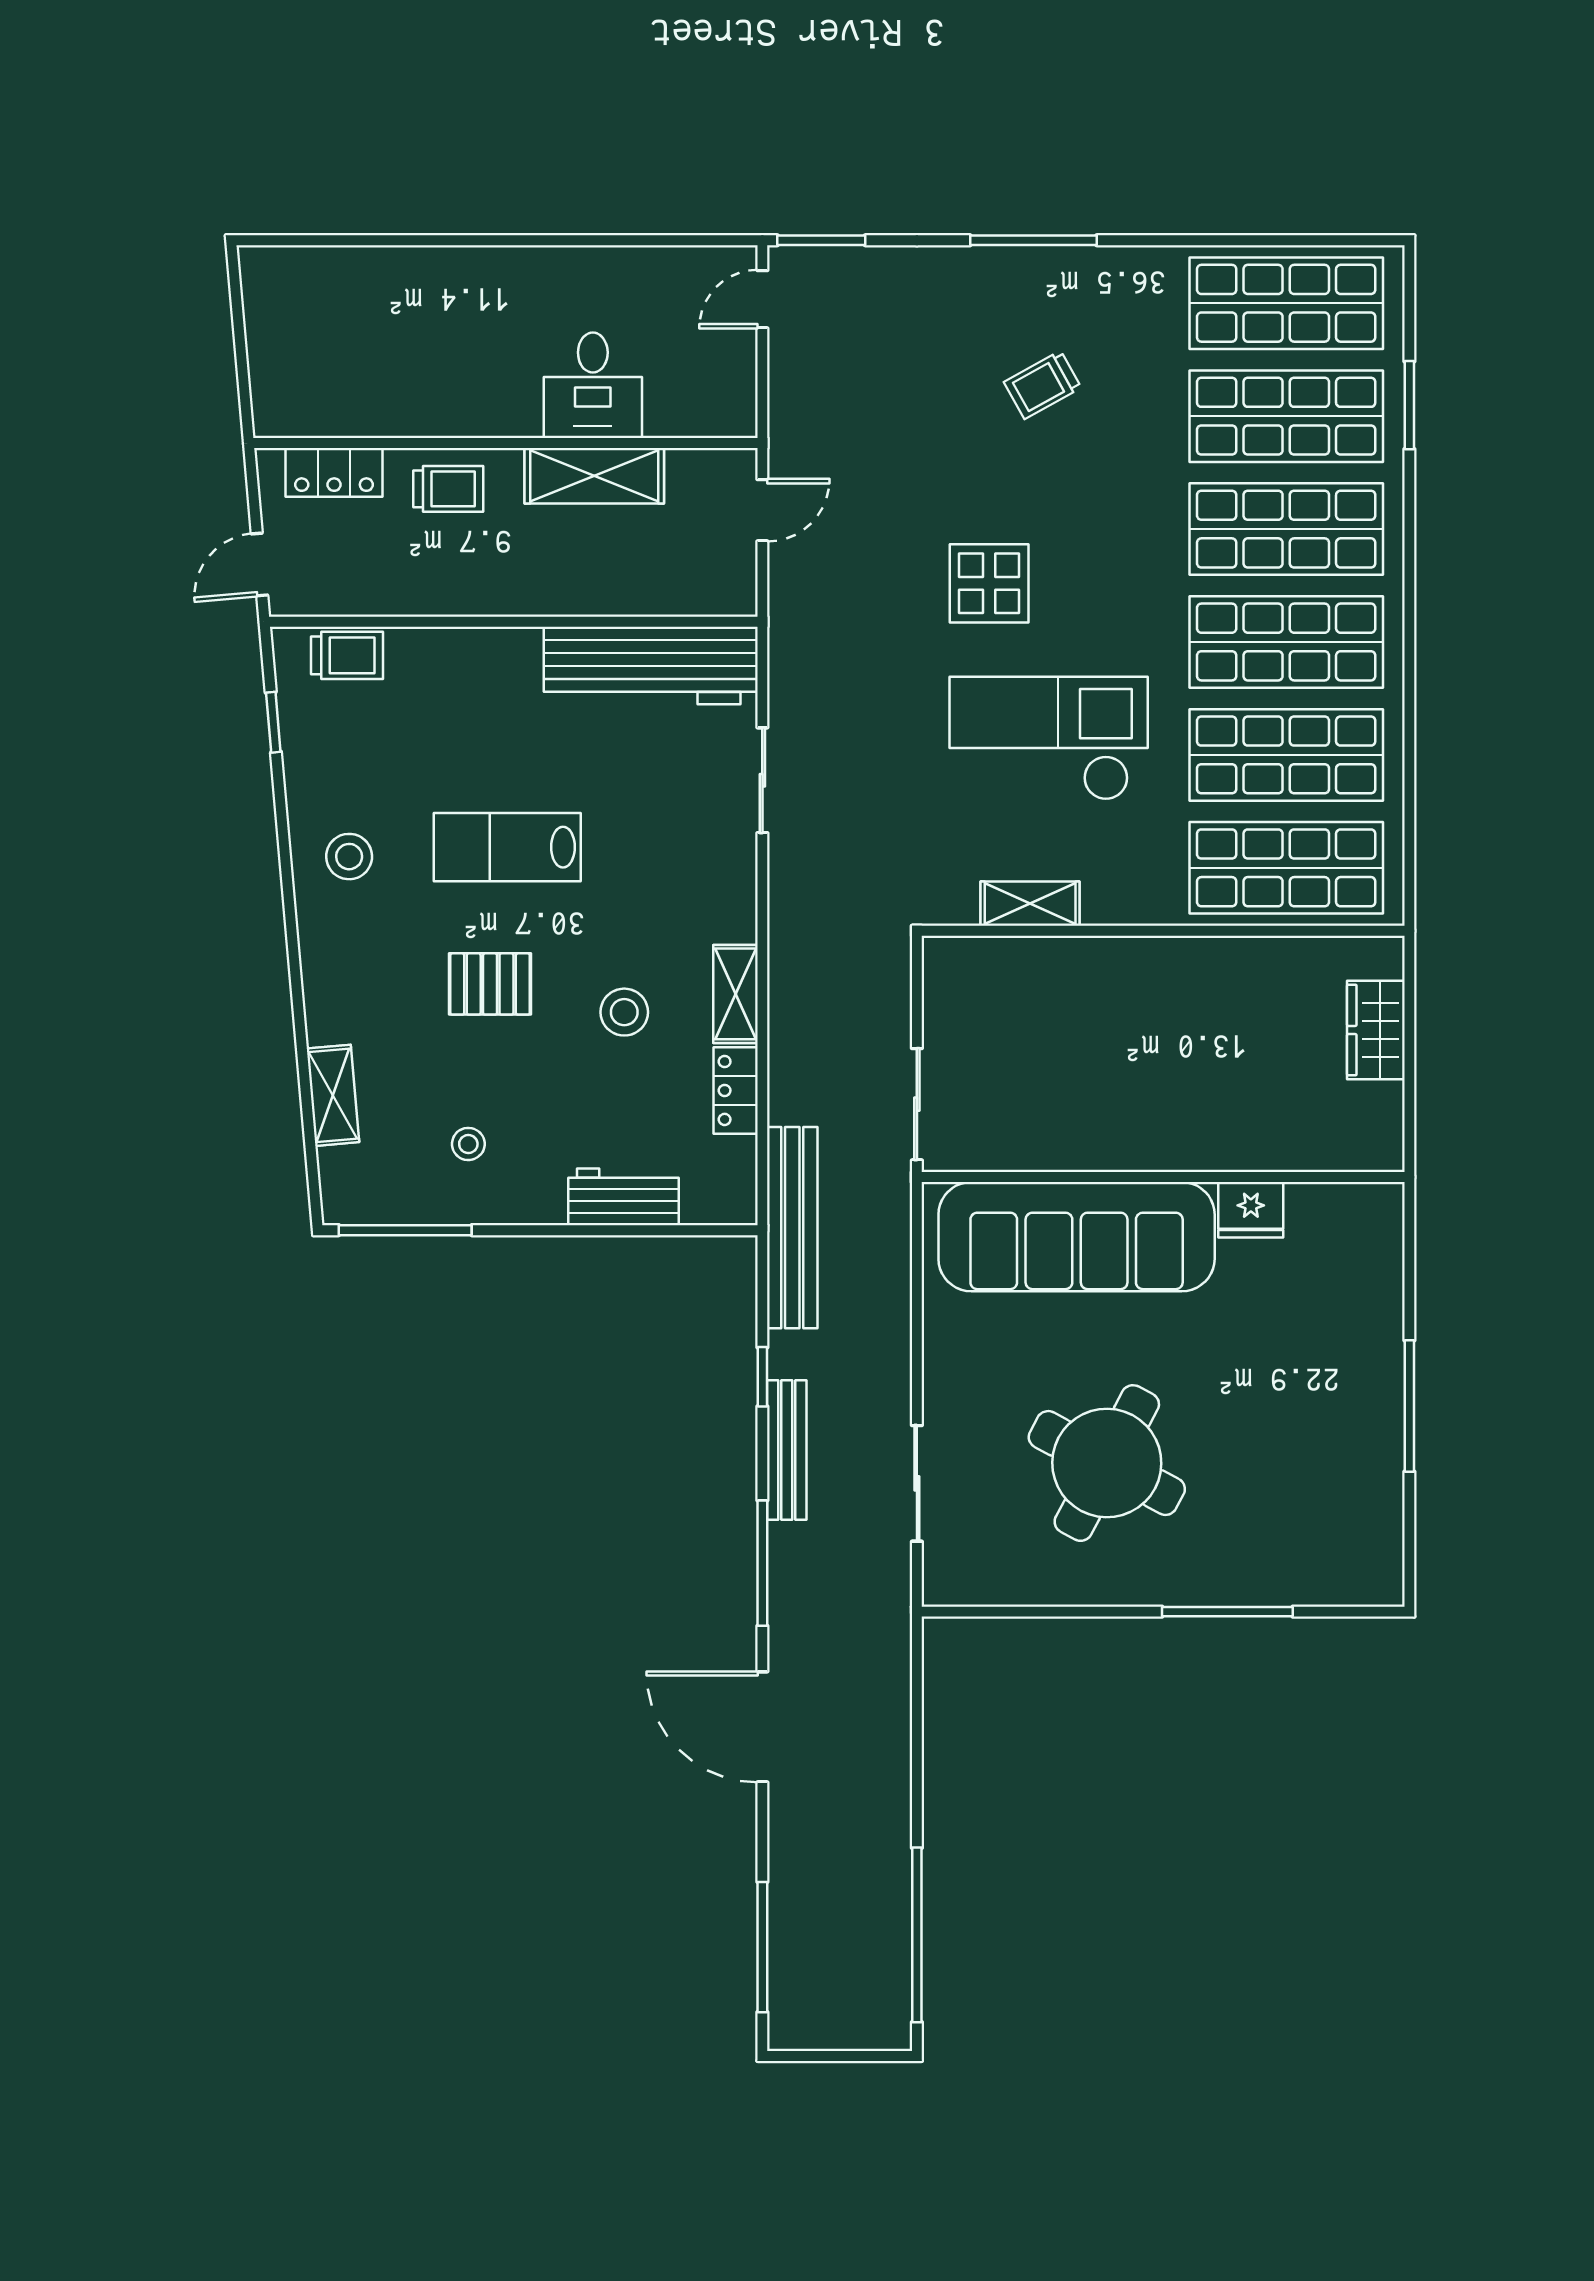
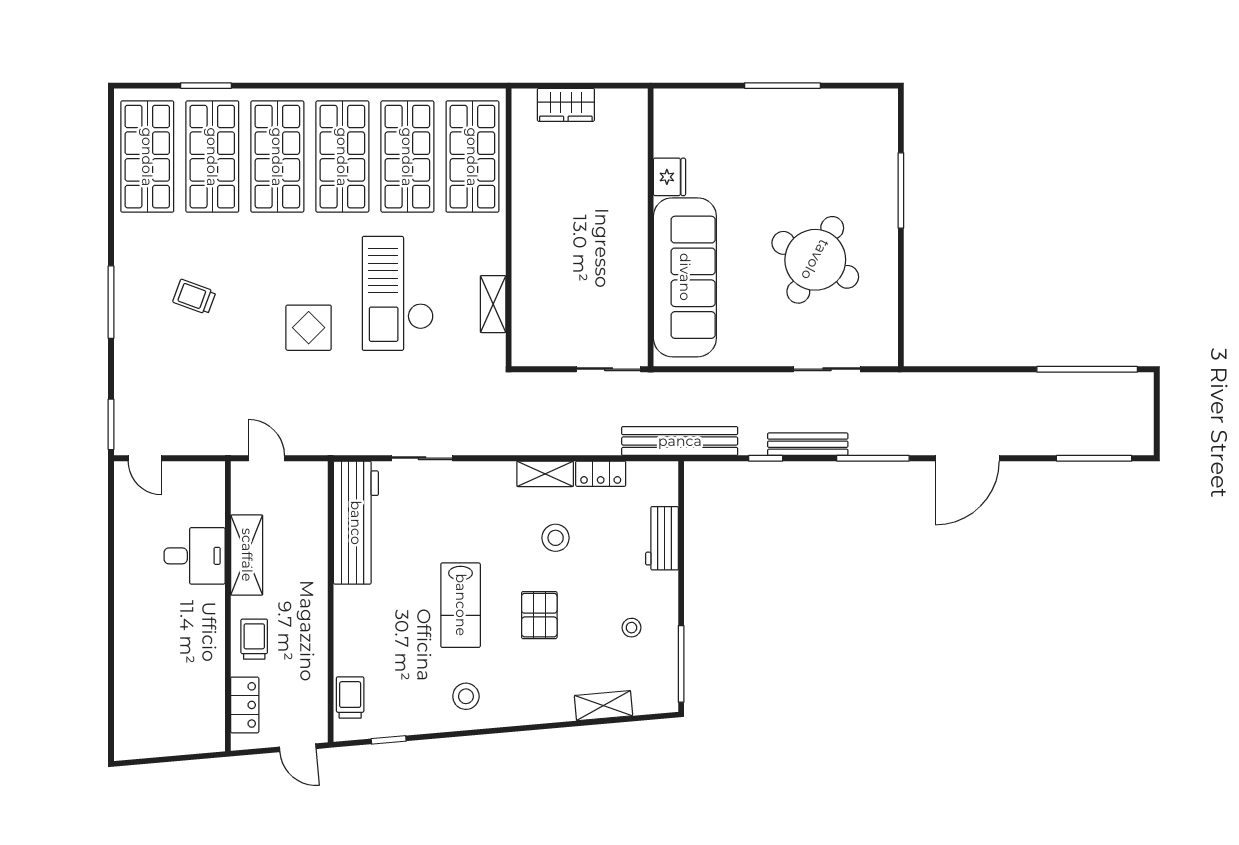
trolley: (1043, 385) -> (194, 297), turned 139

